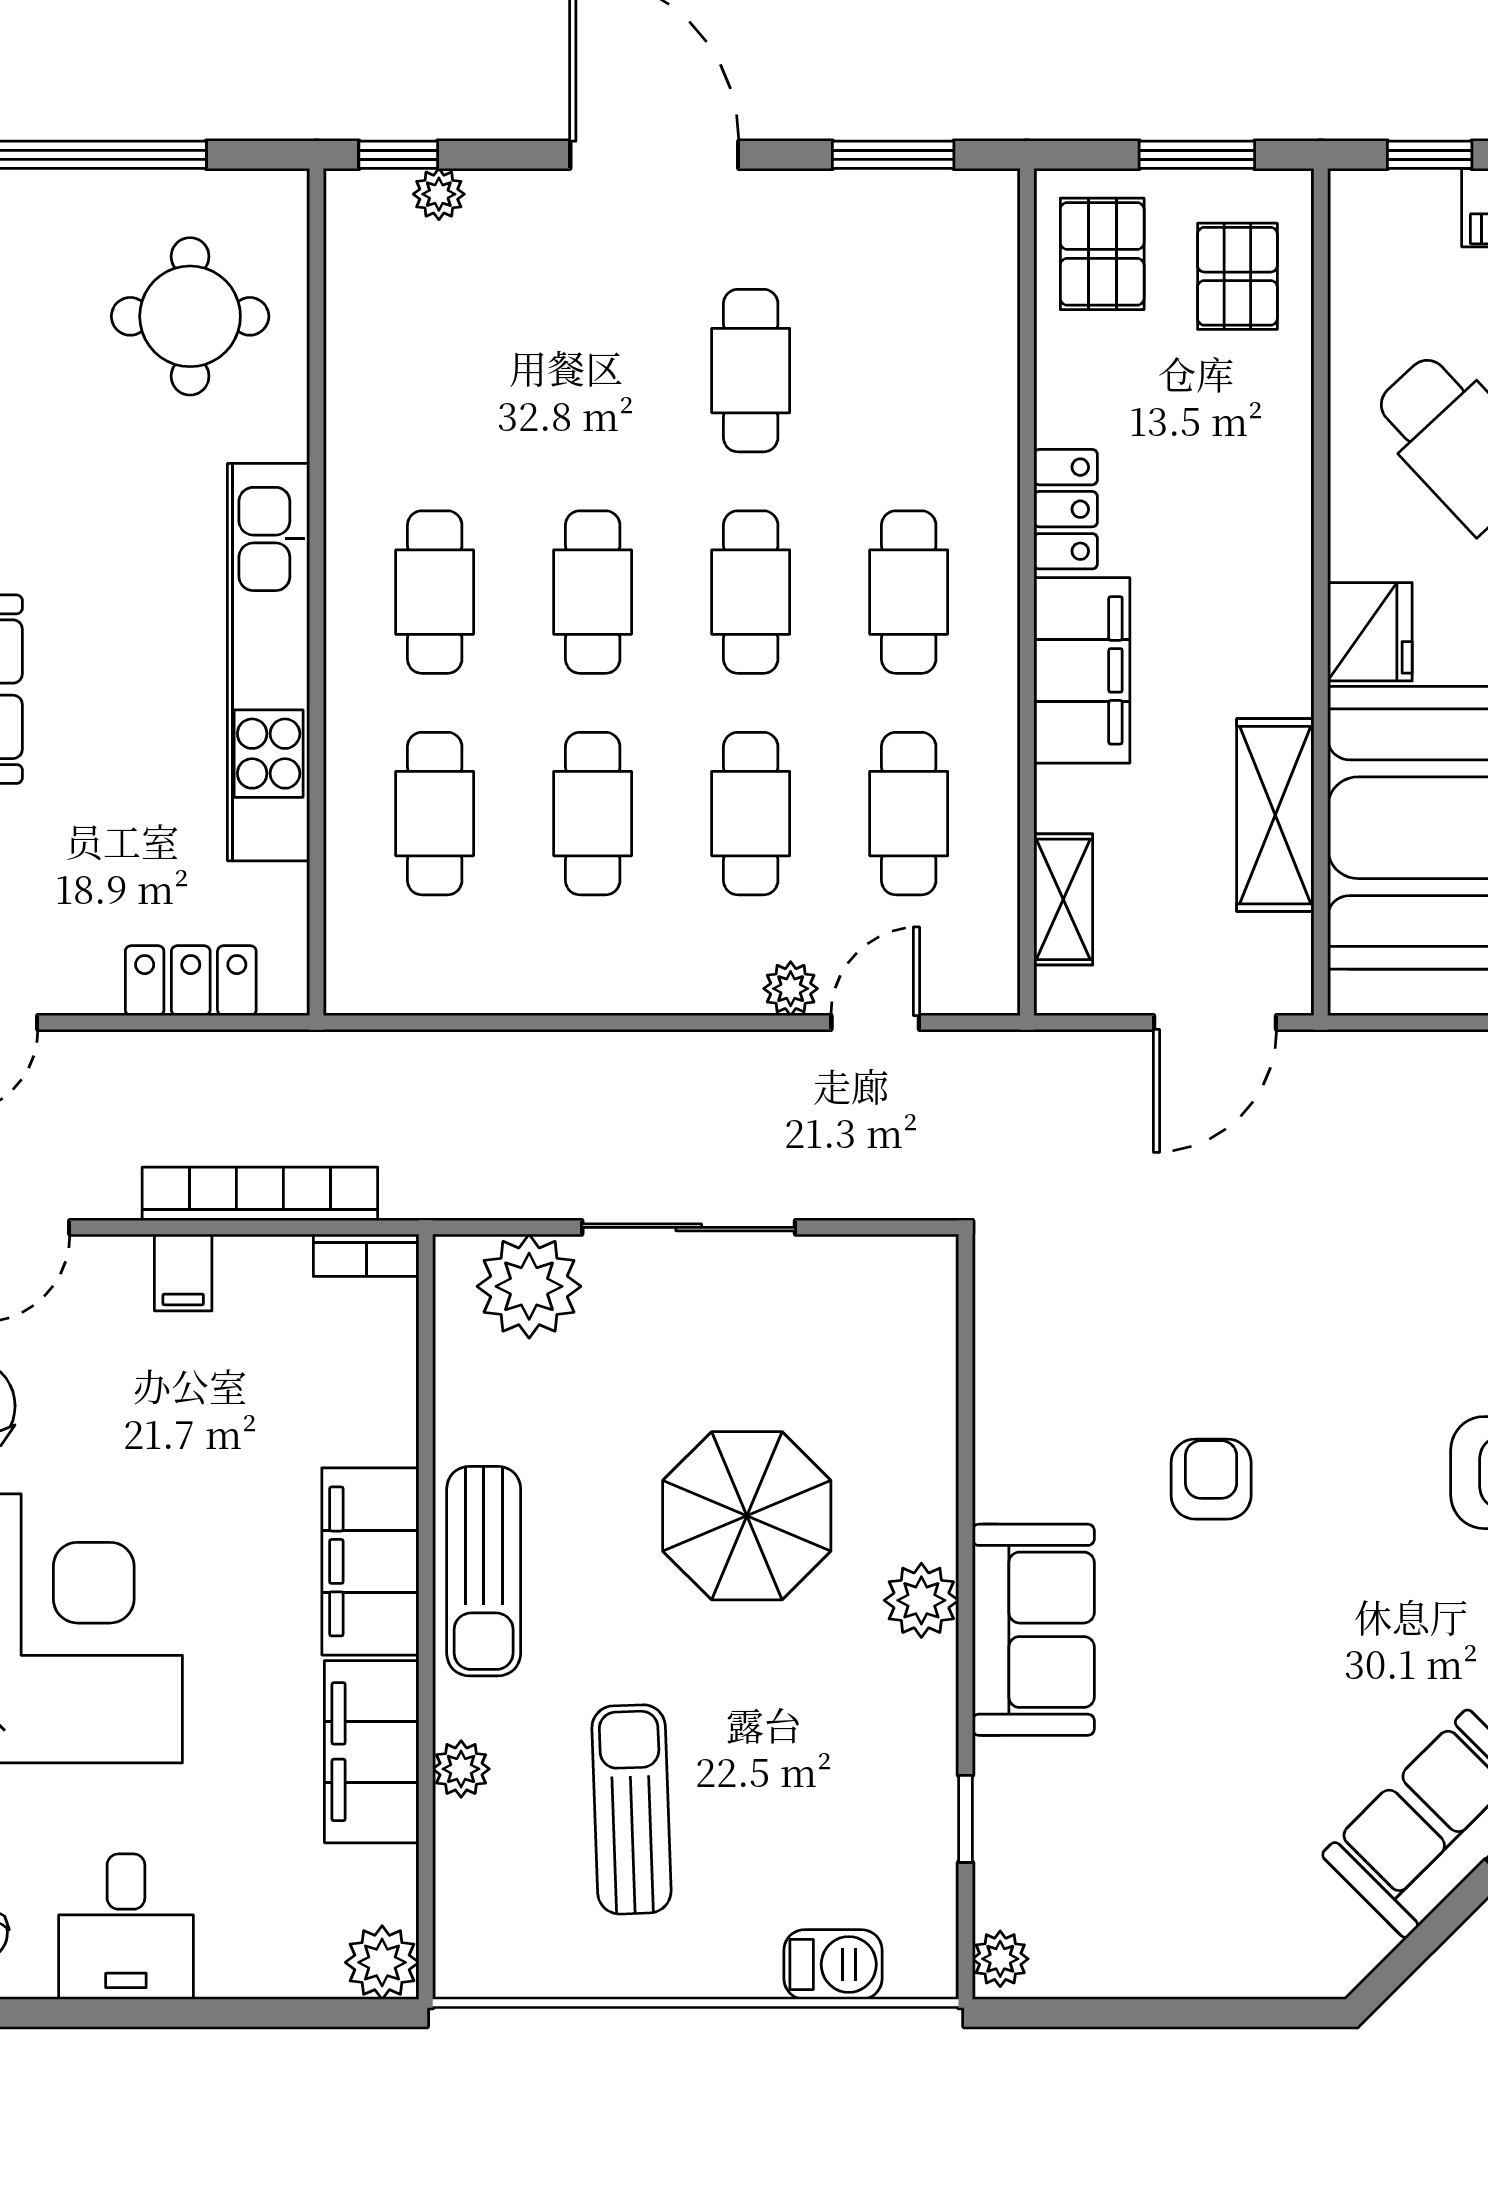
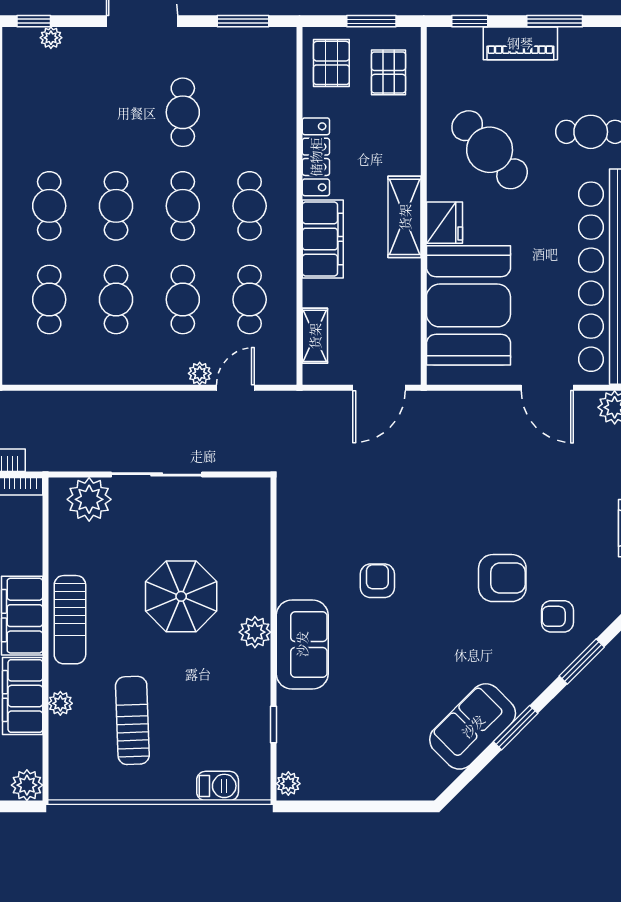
locker: (1066, 509) -> (316, 157), width x1.53
shelving: (1275, 815) -> (405, 217), moved

